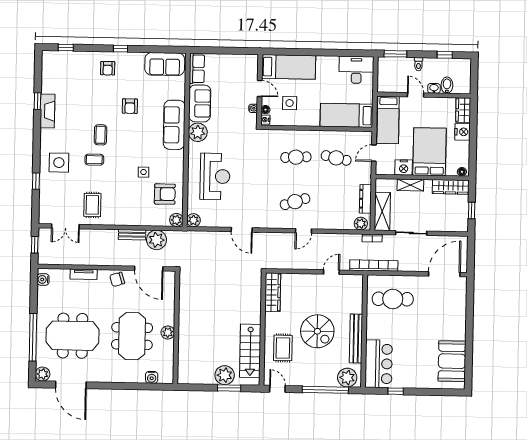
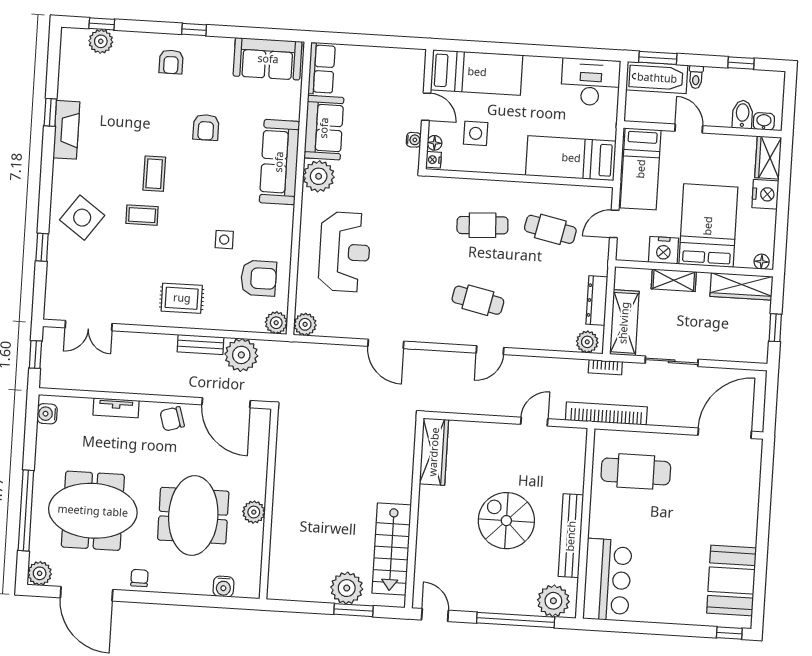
plant: (66, 58) -> (101, 41), added
bathtub: (395, 65) -> (657, 78), added
washbasin: (434, 88) -> (764, 121), moved
side table: (59, 163) -> (82, 218), turned 36
cafe table: (295, 202) -> (478, 300), turned 30
rug: (92, 205) -> (182, 298), moved, turned 90
spiral stairs: (317, 331) -> (506, 521), turned 180
rug: (283, 348) -> (447, 546), removed
chair: (102, 374) -> (139, 578), added
window: (396, 391) -> (729, 633), moved

